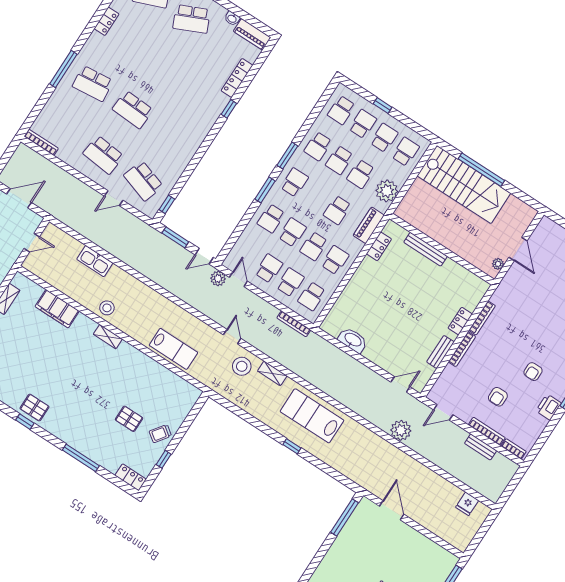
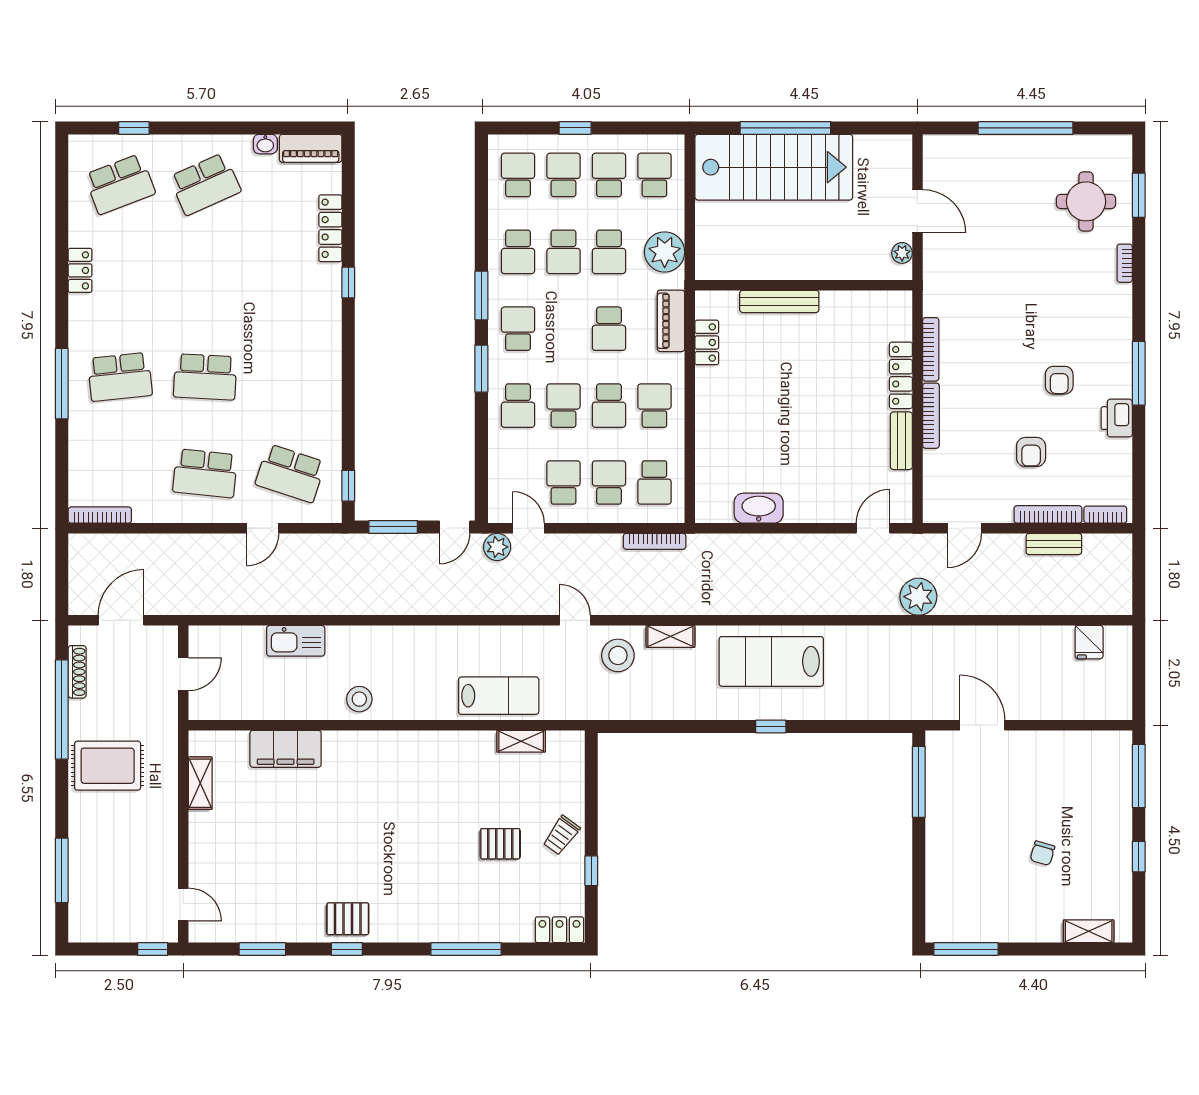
school desk: (341, 110) -> (518, 175), turned 180
locker: (460, 321) -> (901, 375), width x1.53
shelving: (108, 337) -> (521, 741), moved

